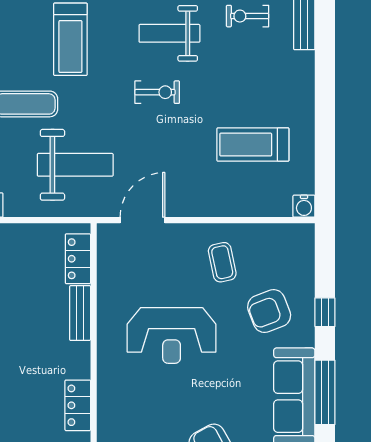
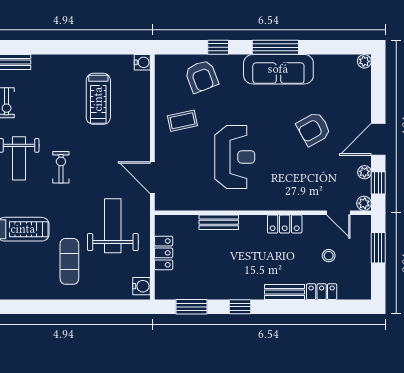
locker: (78, 259) -> (164, 253), moved, turned -90
armchair: (269, 311) -> (202, 76), moved

